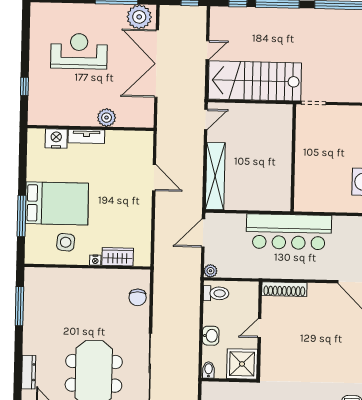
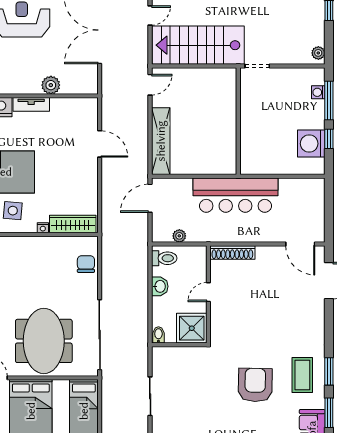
wardrobe: (118, 257) -> (73, 224), width x1.50
plant: (211, 271) -> (179, 236), moved
chair: (138, 297) -> (86, 264), turned 180
washbasin: (211, 336) -> (160, 286), moved

